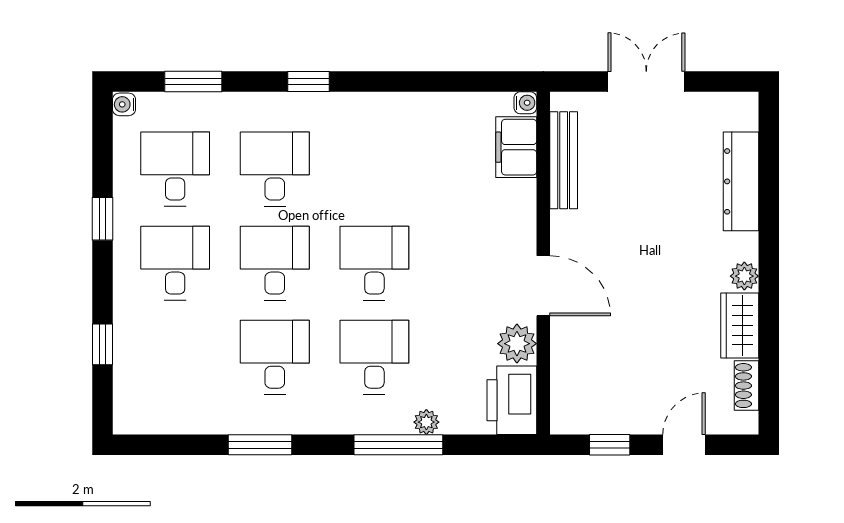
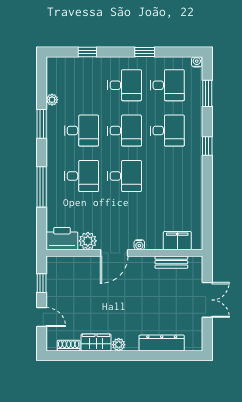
water cooler: (525, 103) -> (139, 245), moved
bench: (564, 160) -> (171, 262), width x0.73
plant: (426, 422) -> (52, 100), moved

